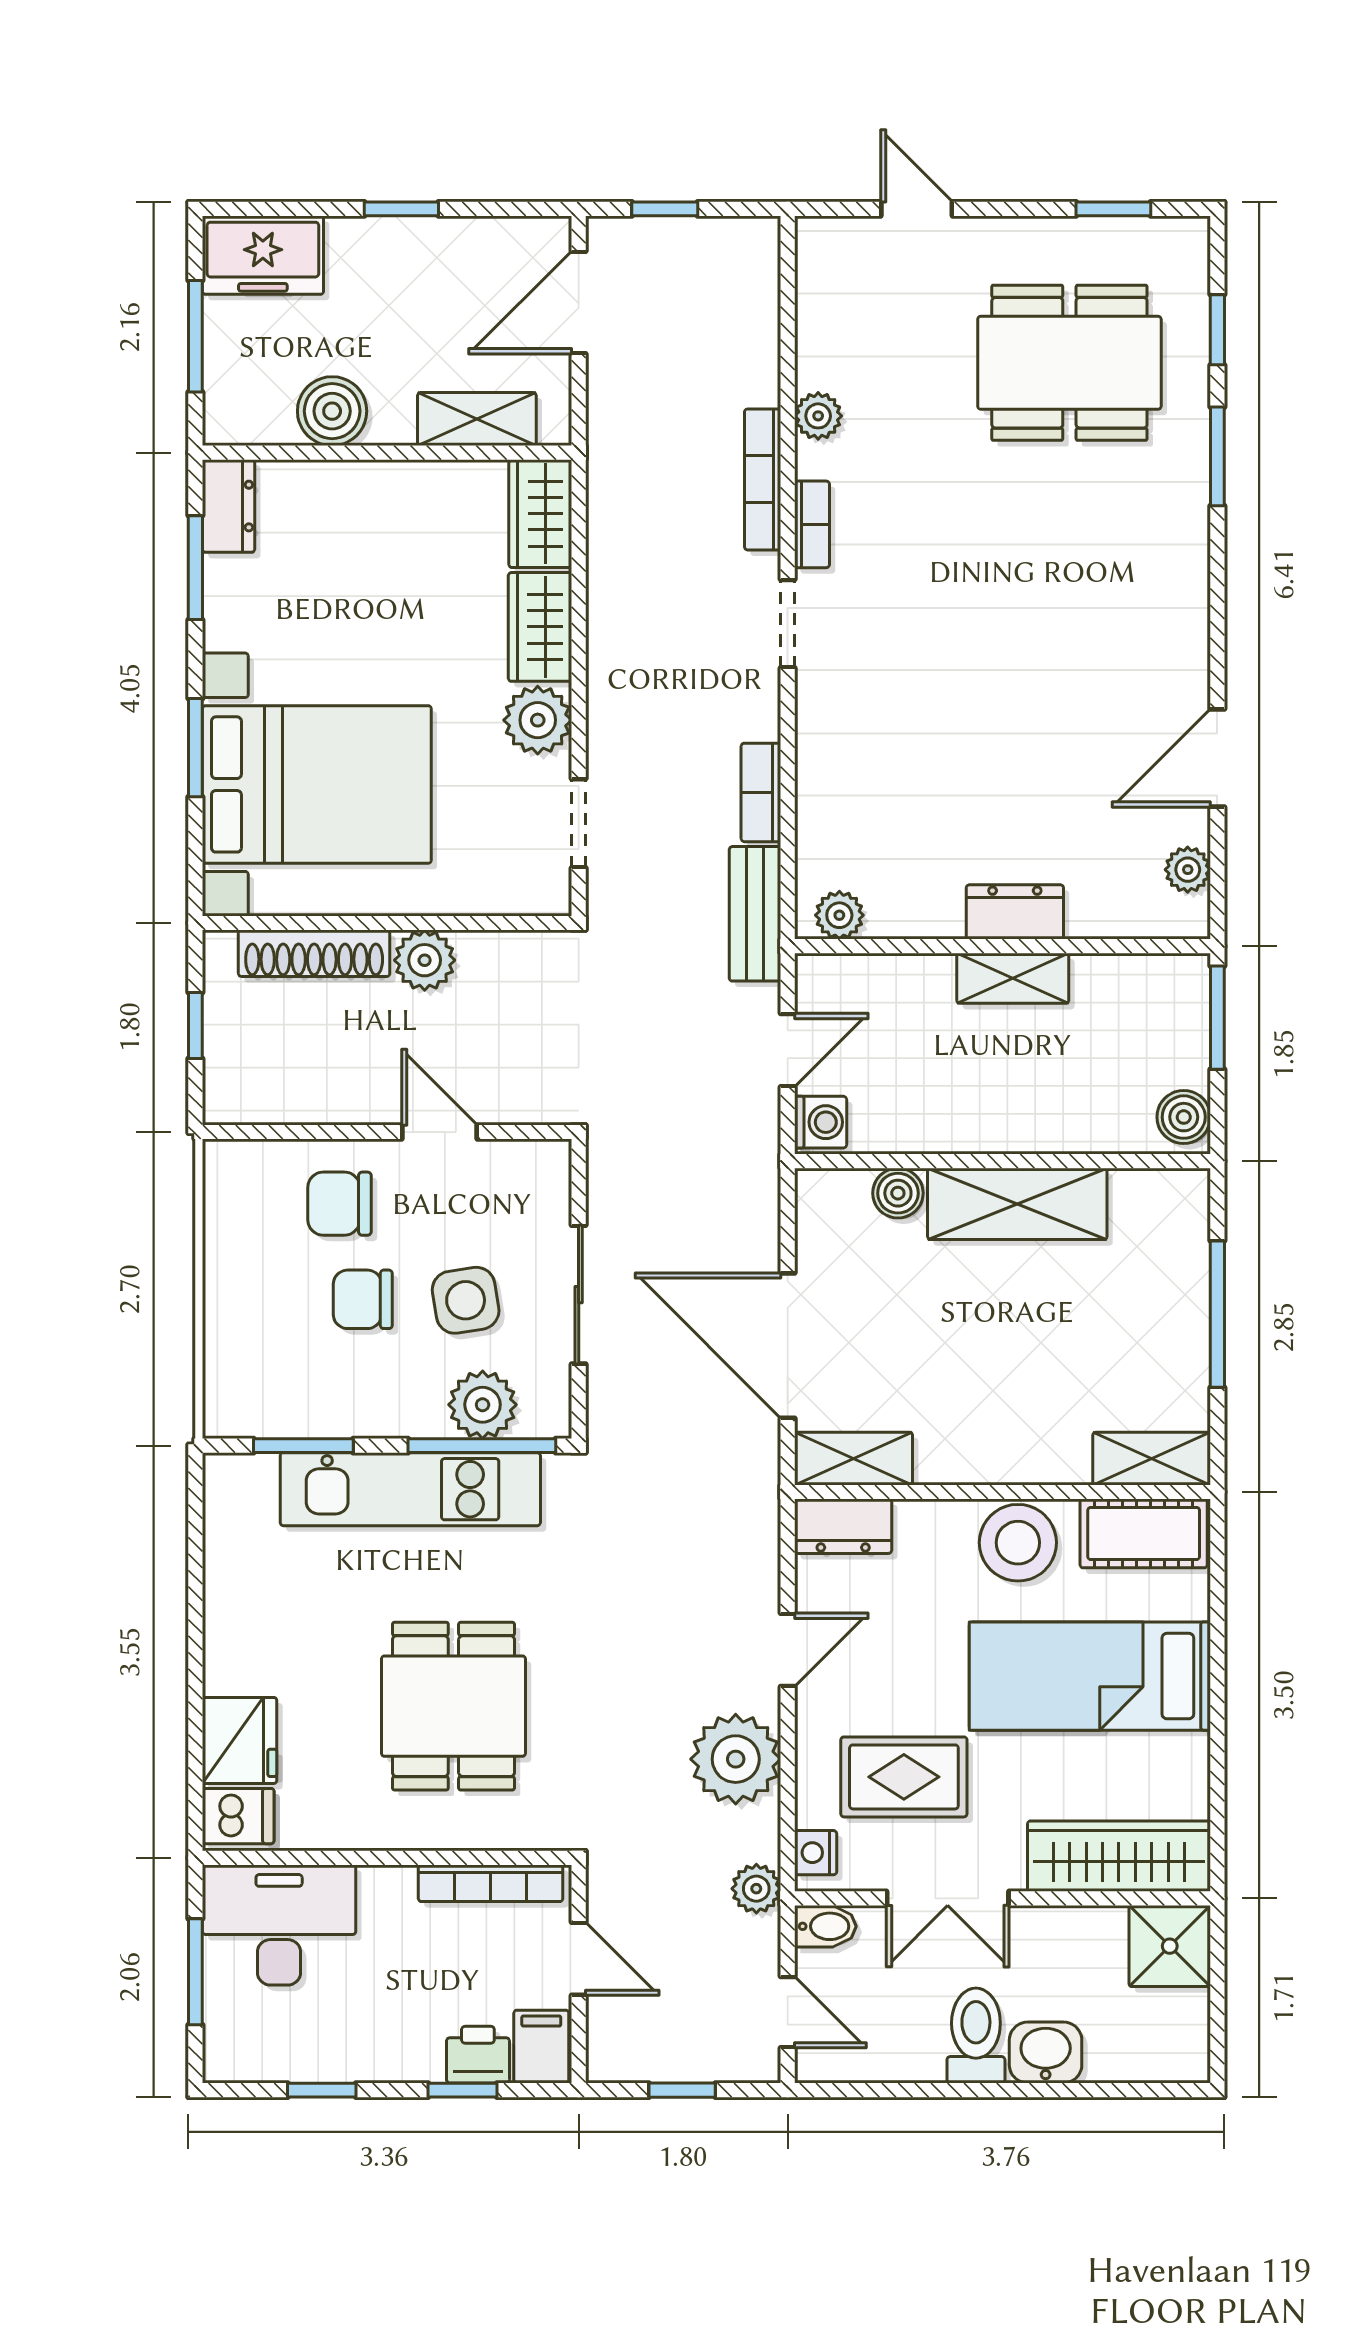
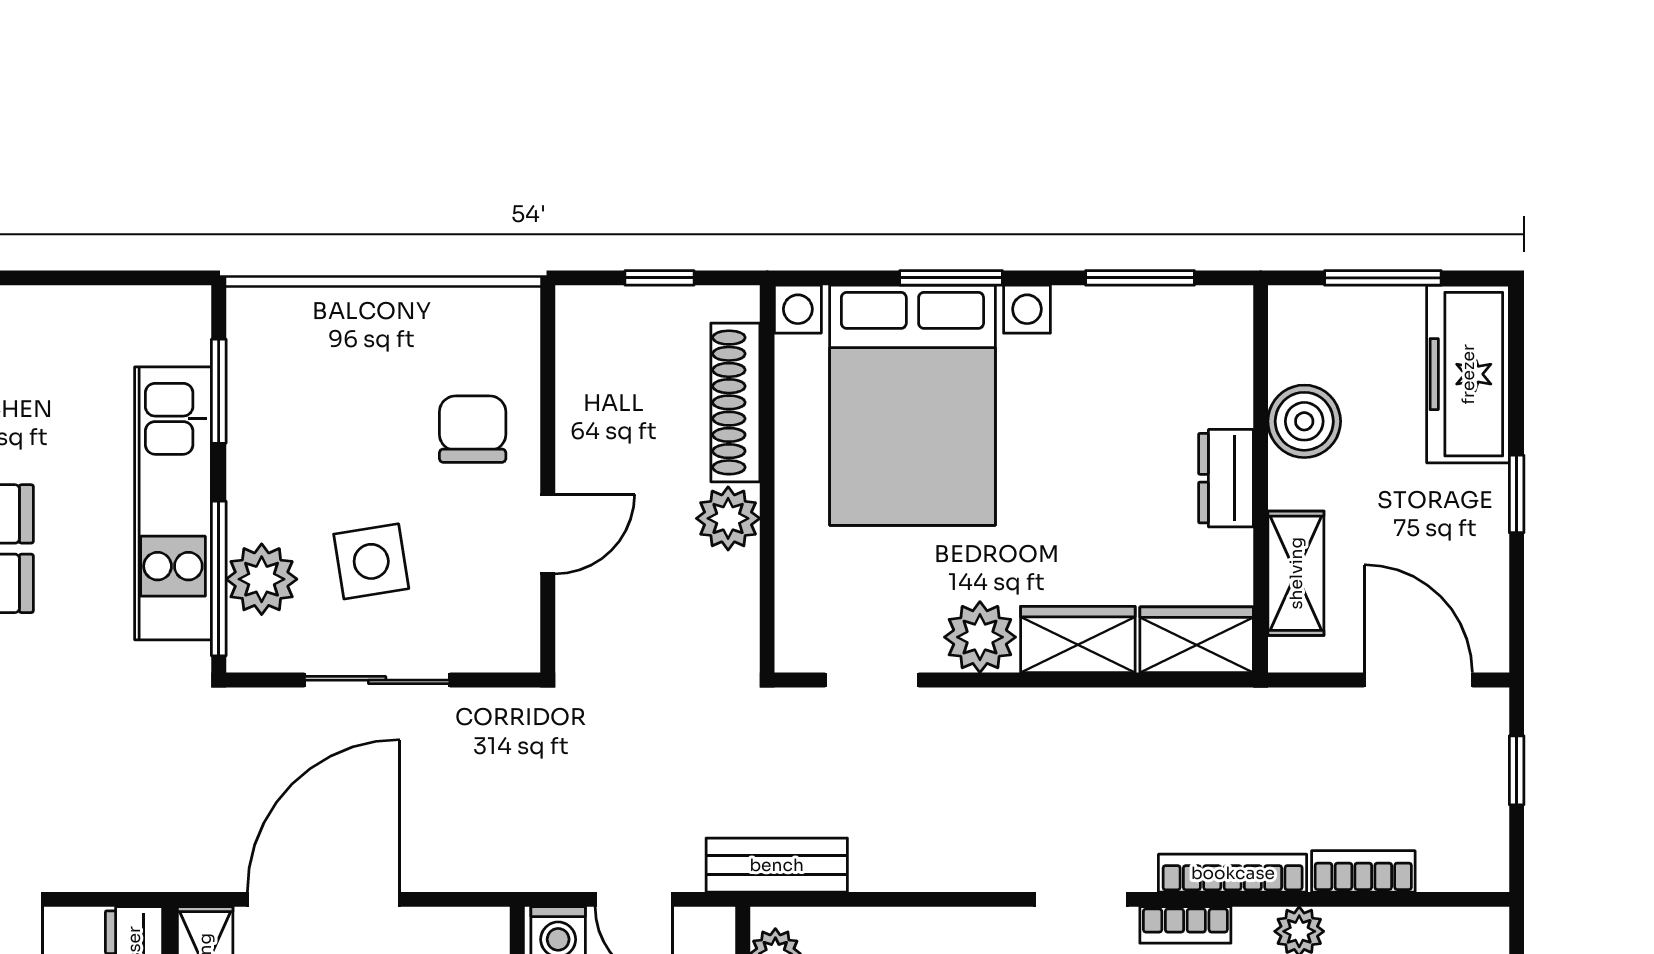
freezer: (263, 255) -> (1468, 374), width x1.40
dresser: (229, 506) -> (1226, 478), moved, turned 90
bookcase: (761, 792) -> (1363, 871), moved
chair: (363, 1299) -> (372, 453), removed

